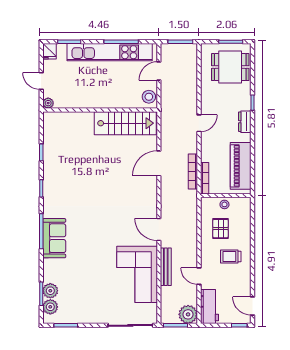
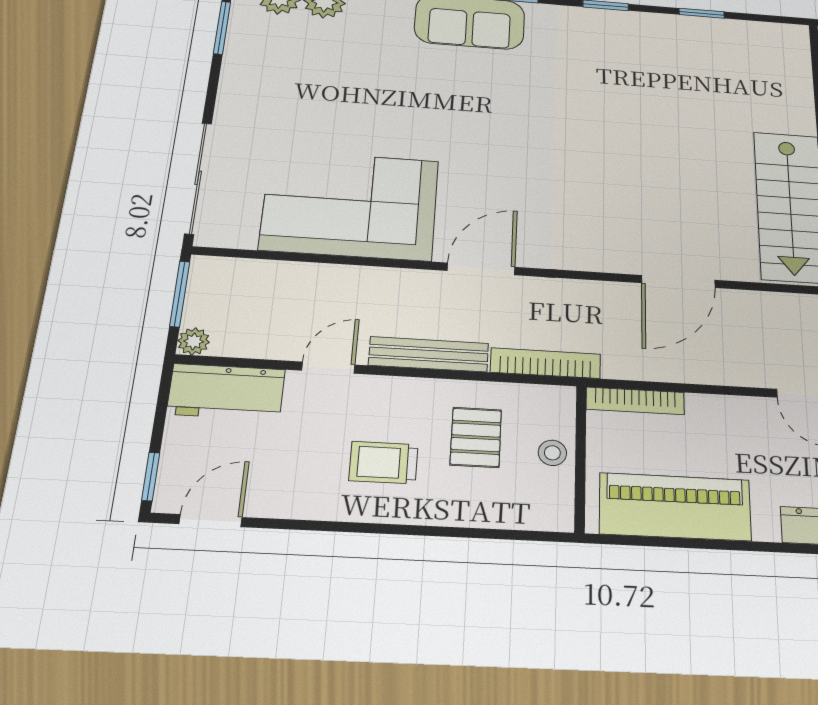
door: (159, 163) -> (678, 281), swing flipped
bookcase: (193, 171) -> (546, 363), moved
pallet: (221, 229) -> (476, 437), turned 90
trolley: (231, 256) -> (383, 462), turned -90
bench: (166, 267) -> (429, 354), moved
plant: (188, 314) -> (194, 341), width x0.53, depth x0.53

